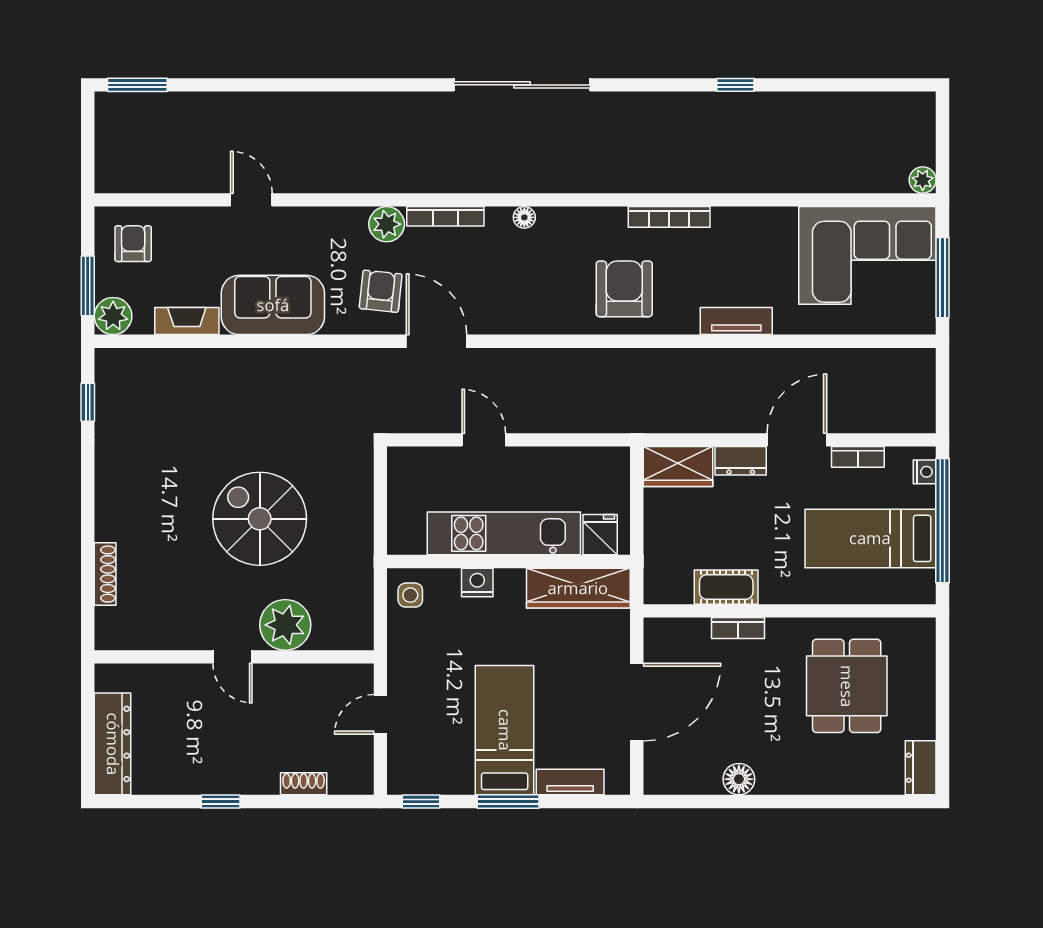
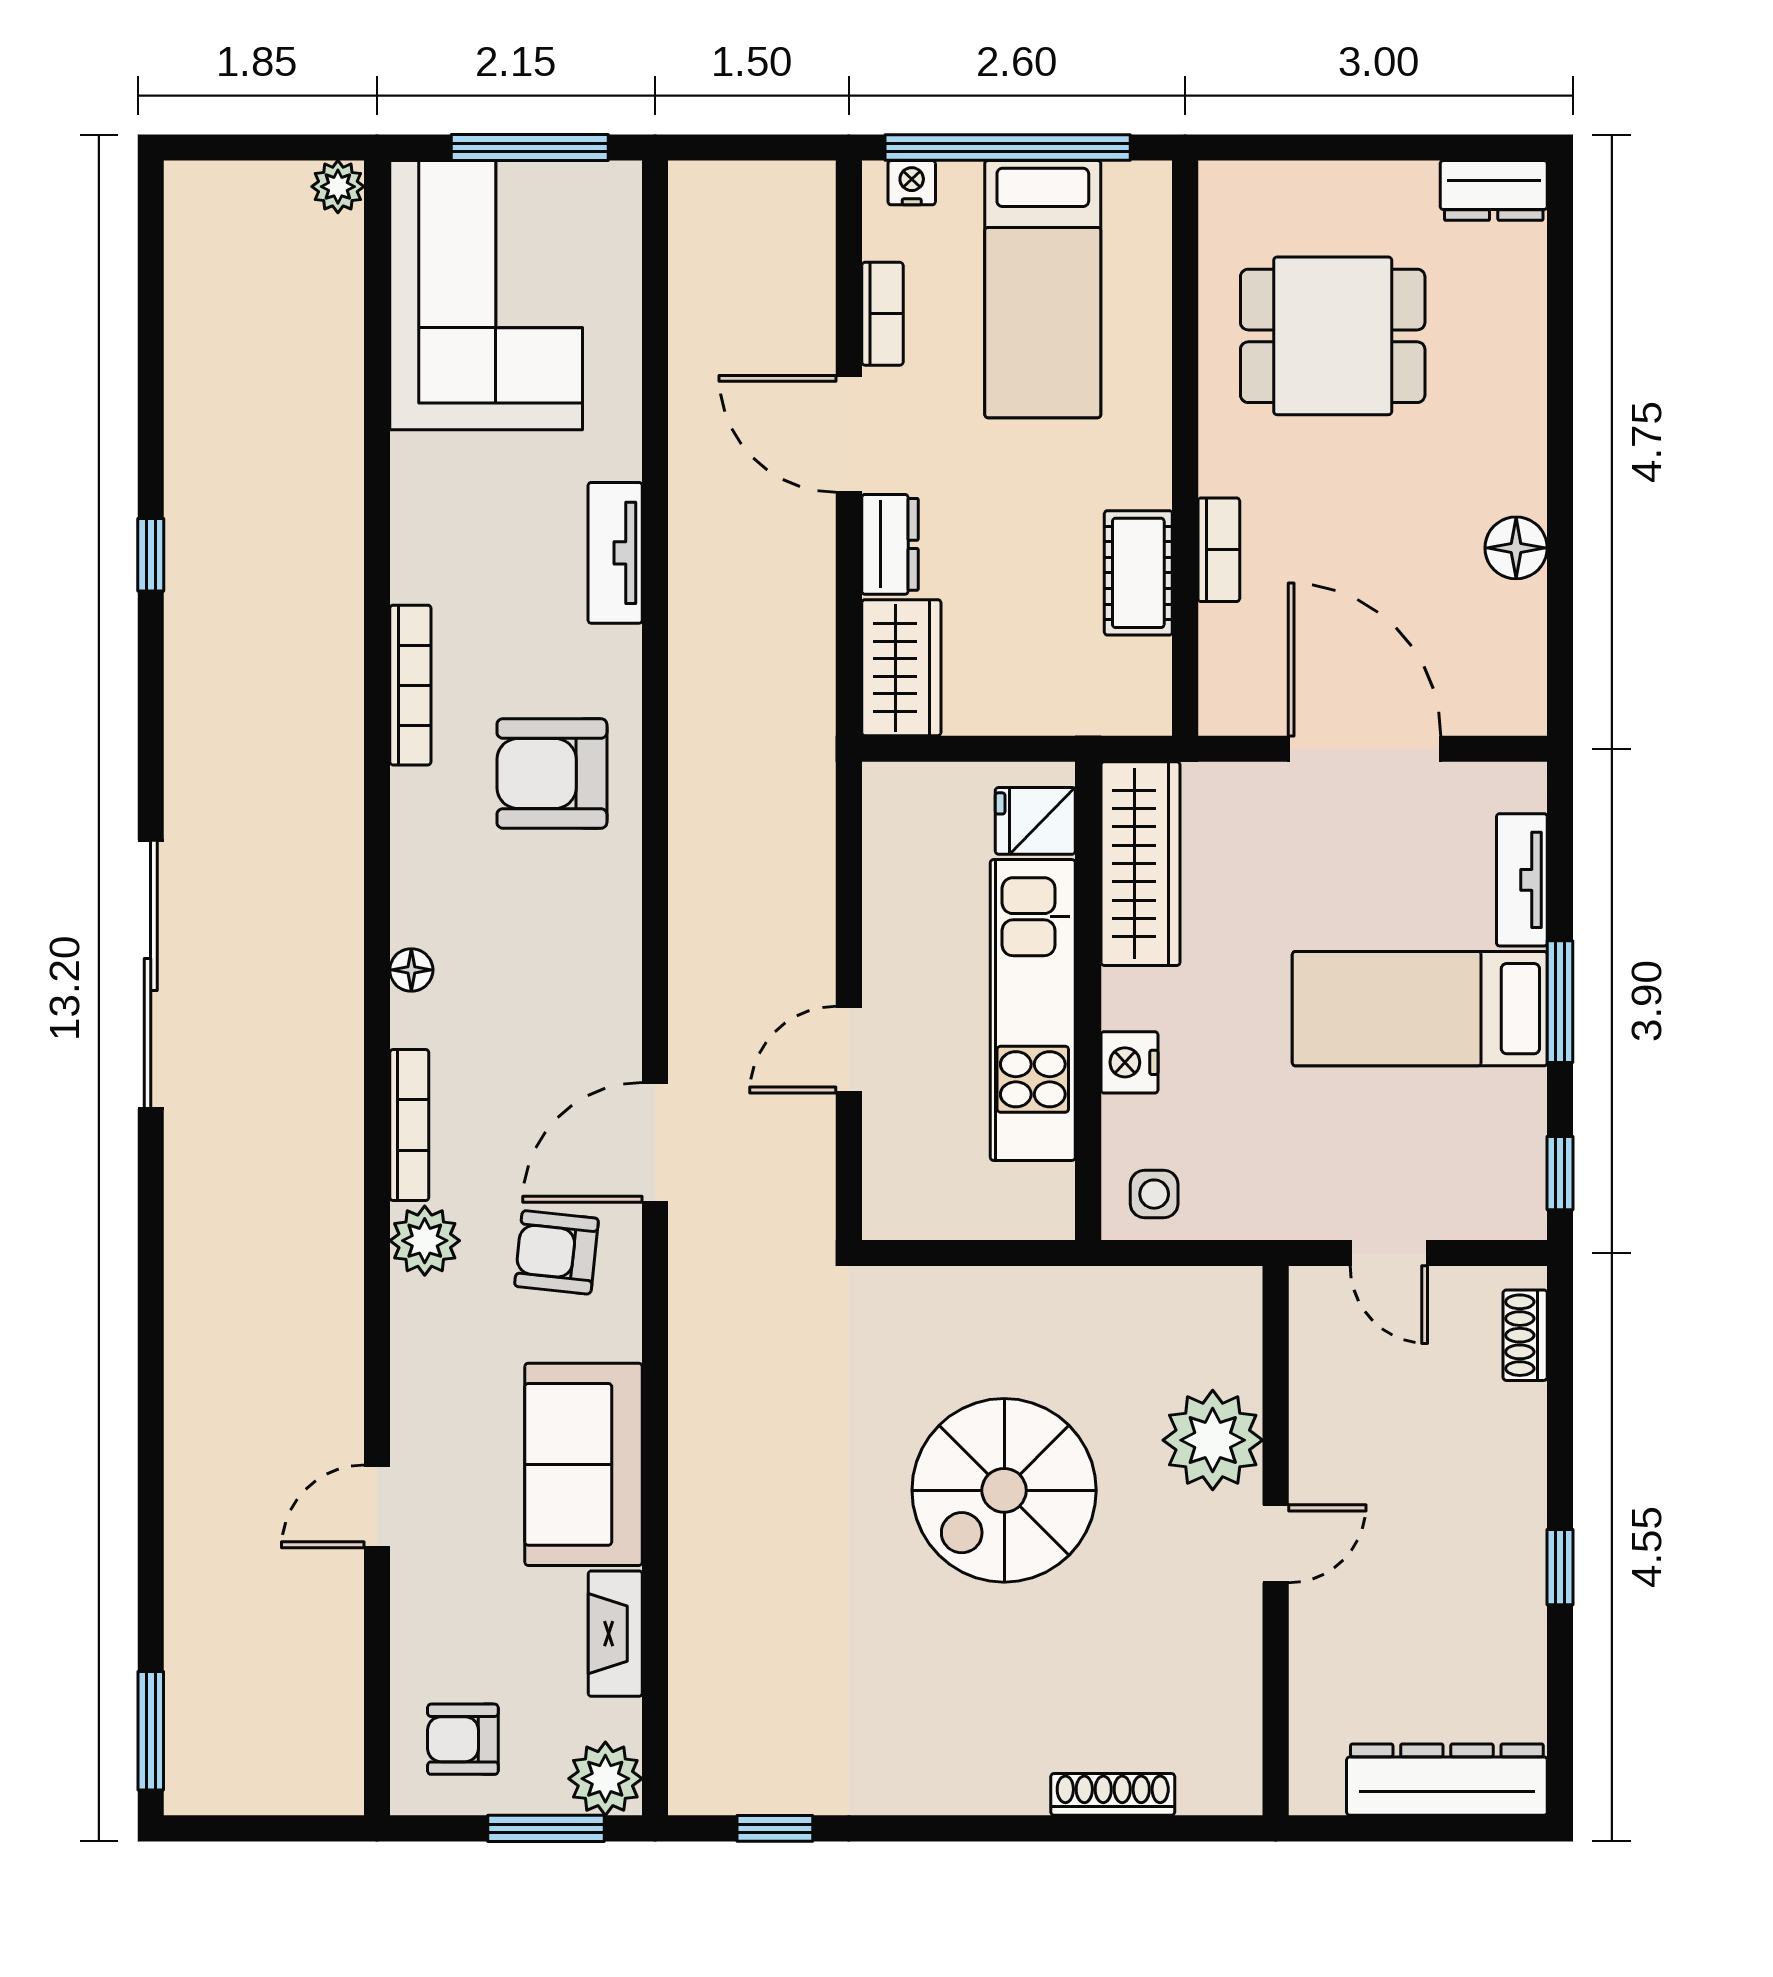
shoe rack: (304, 784) -> (1525, 1335), moved

